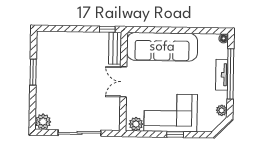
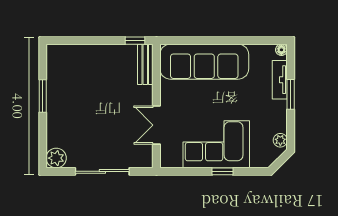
window: (230, 74) -> (291, 94), width x0.47
tv unit: (222, 75) -> (280, 80), moved
double door: (123, 82) -> (156, 125), moved
plant: (136, 124) -> (173, 159), removed

